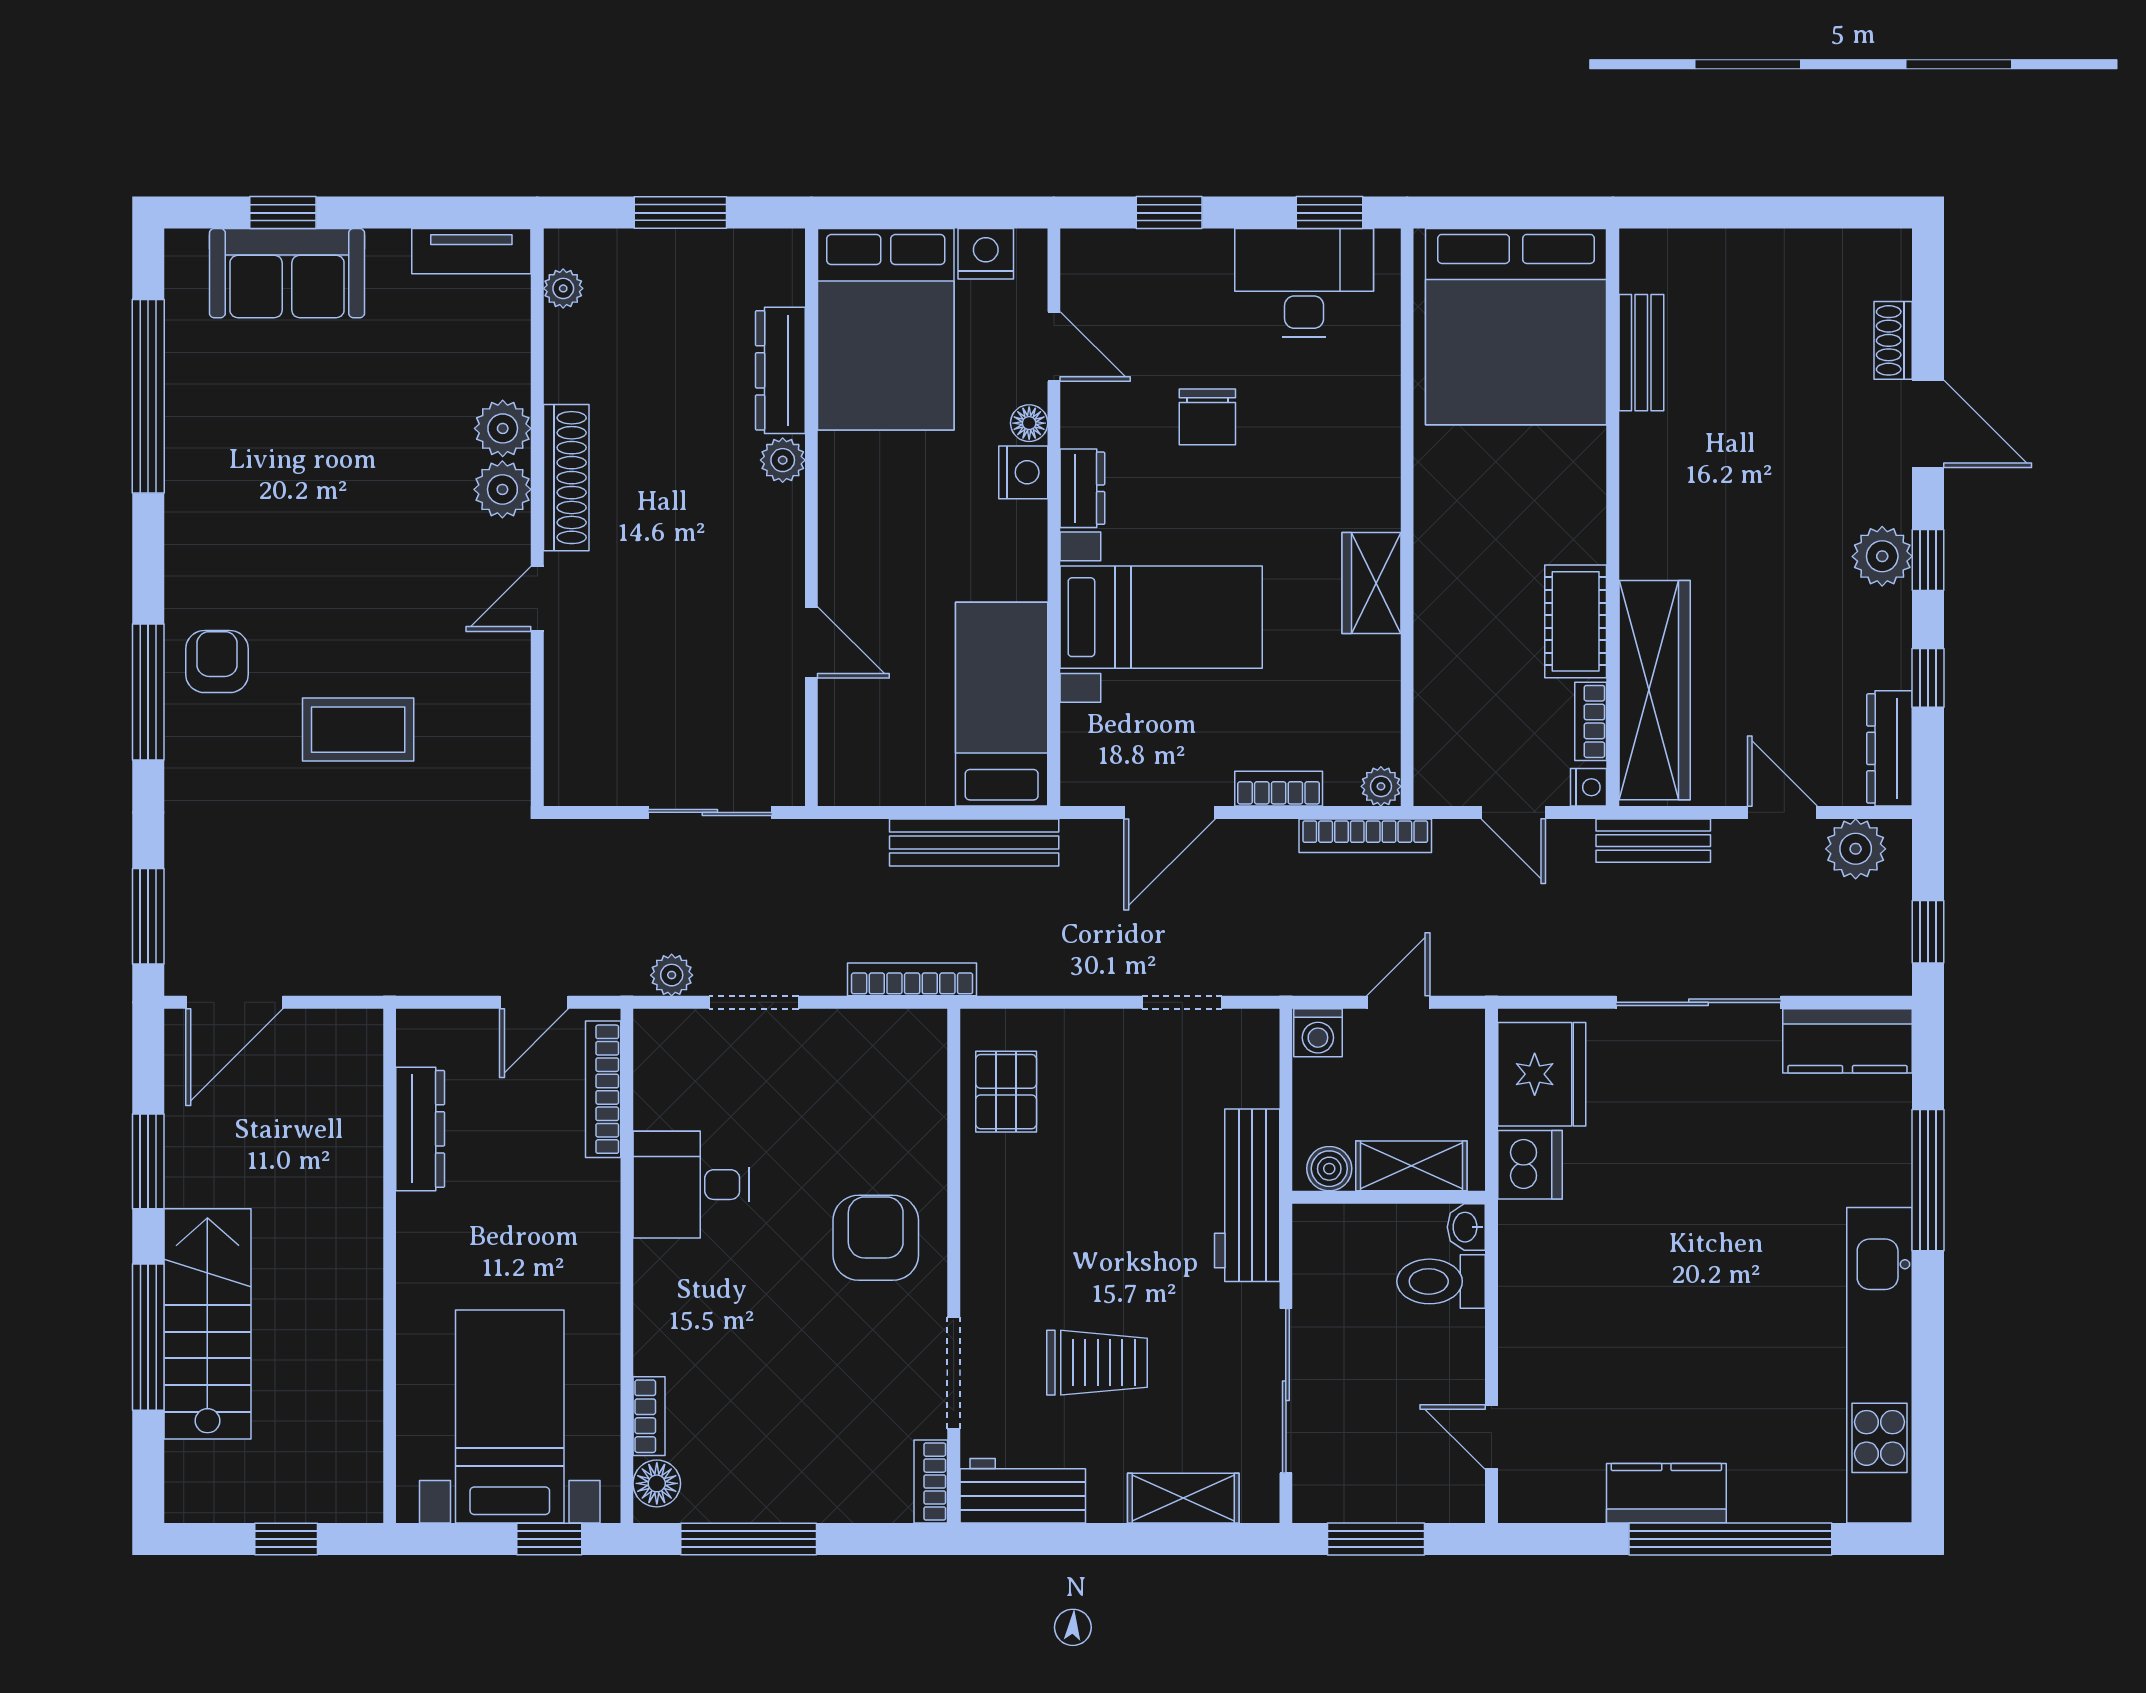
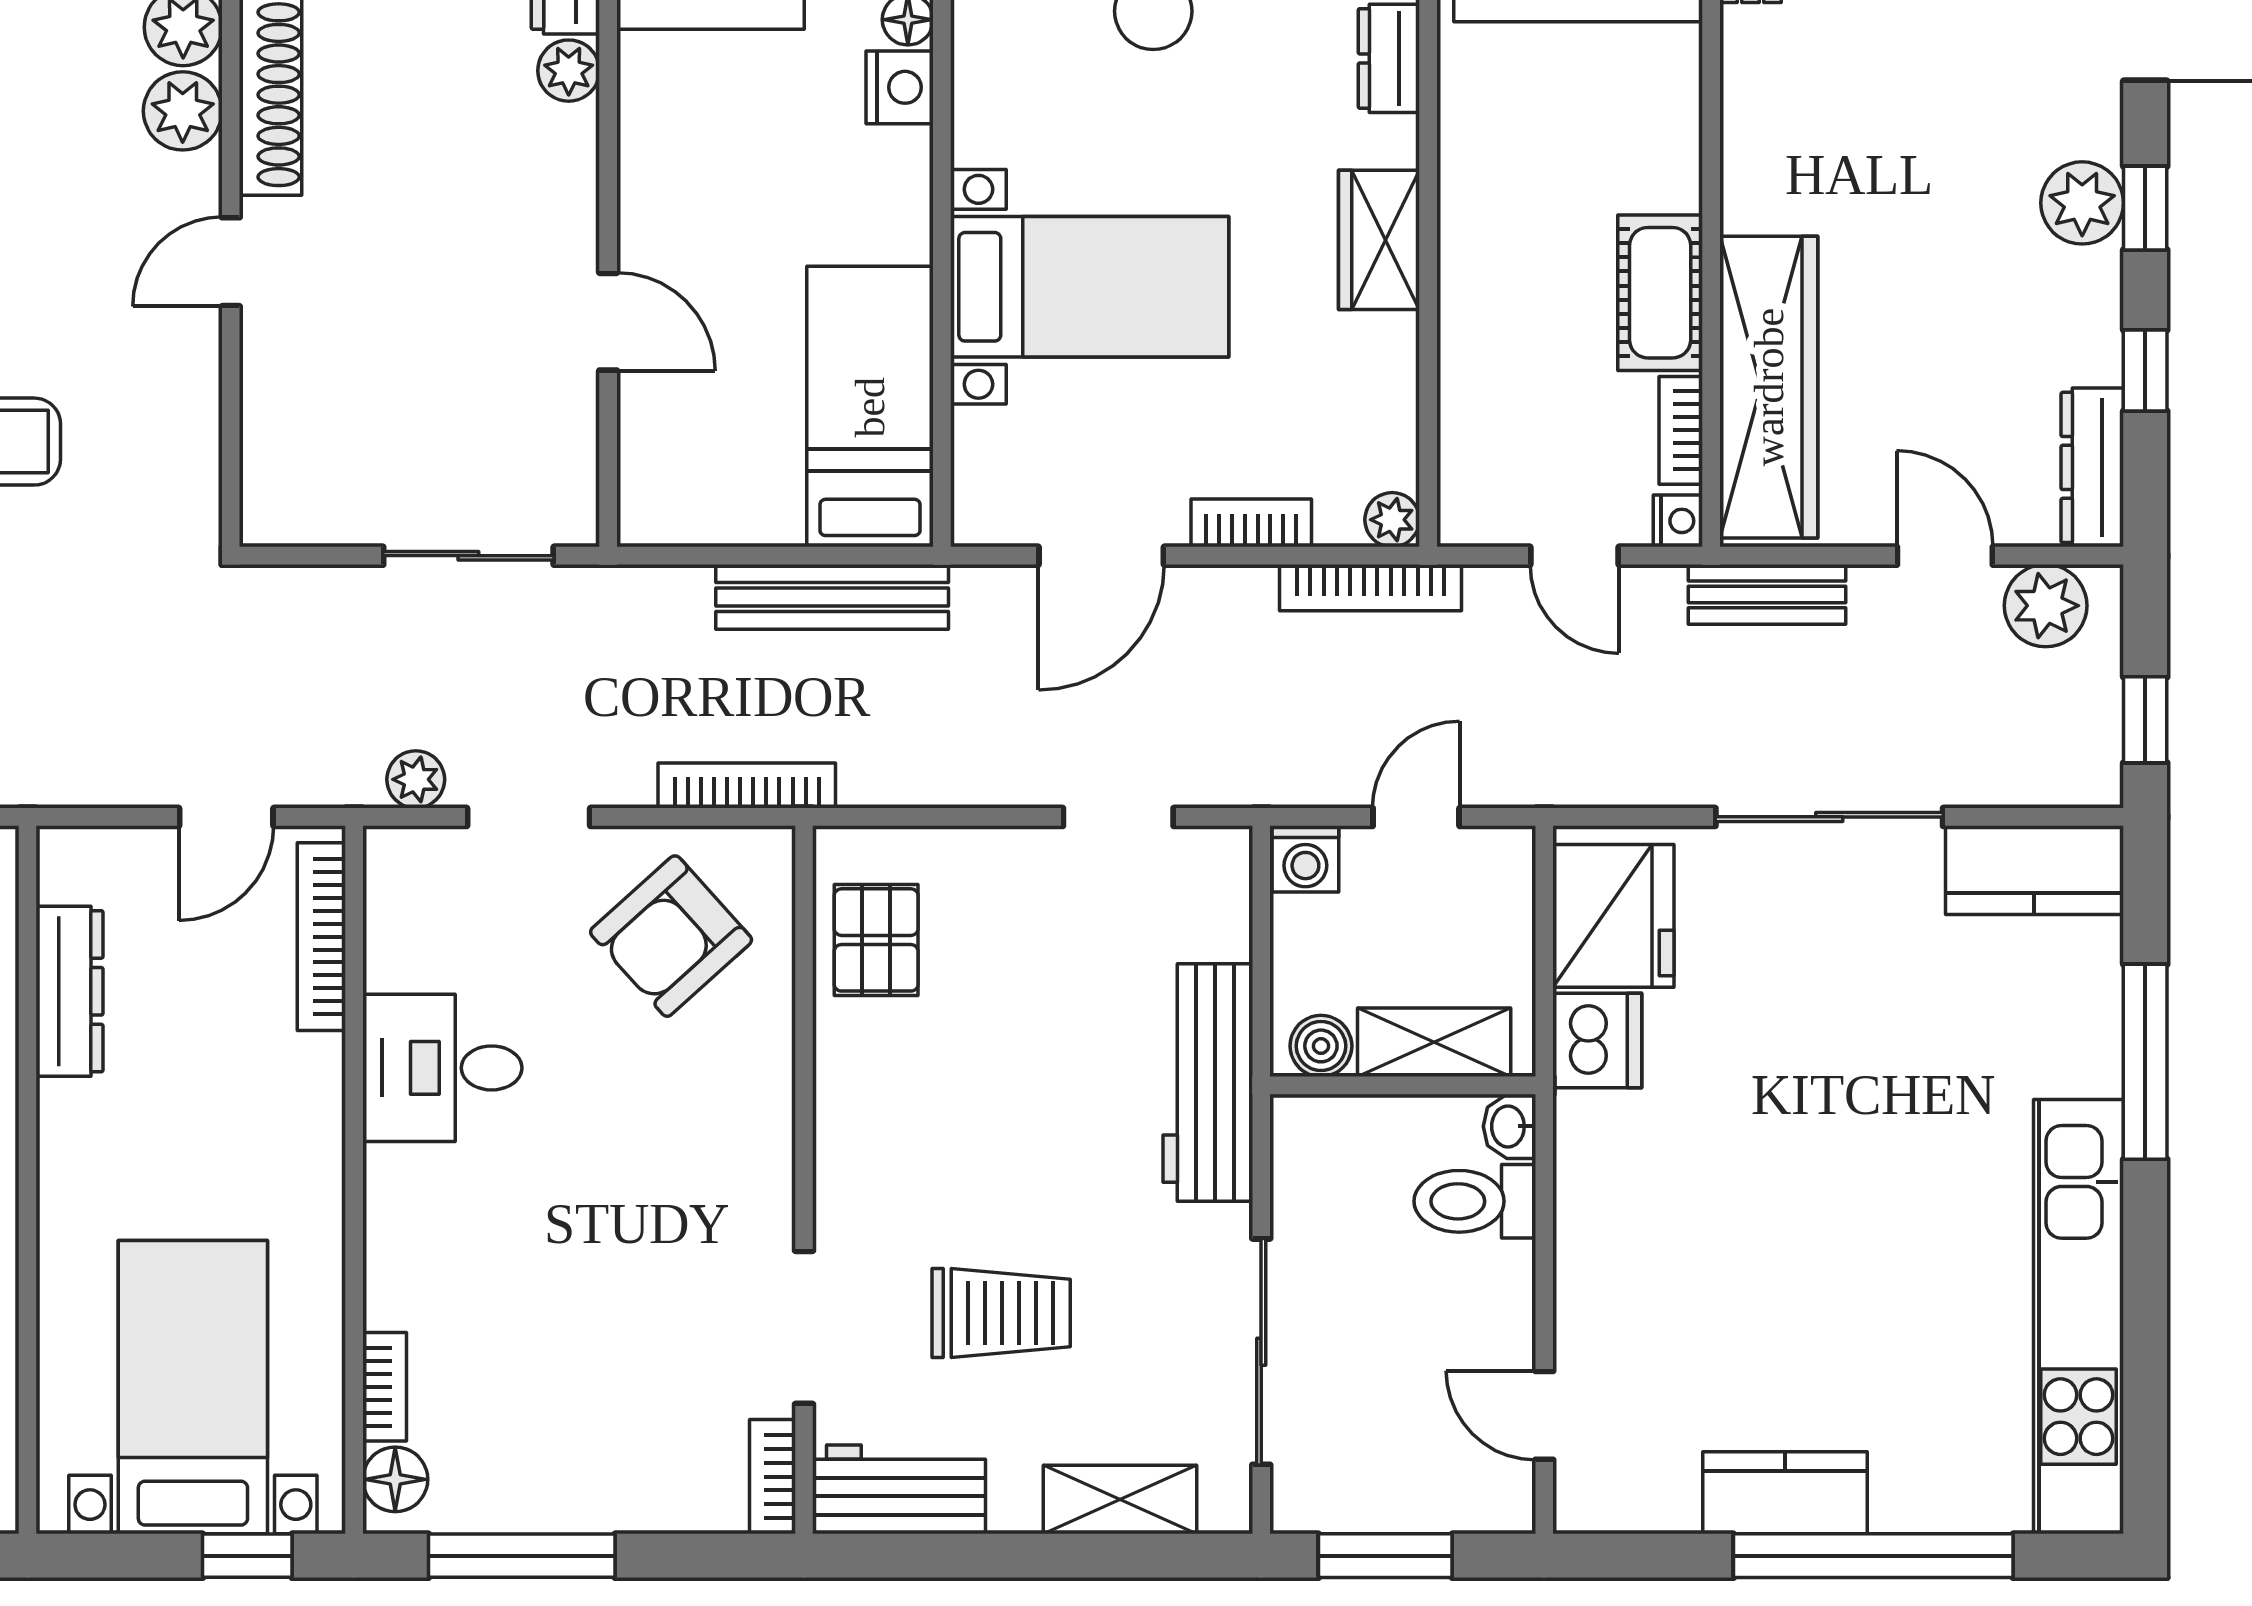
dresser: (1082, 488) -> (1389, 58), moved, turned 180
armchair: (876, 1238) -> (671, 936), moved, turned -132

